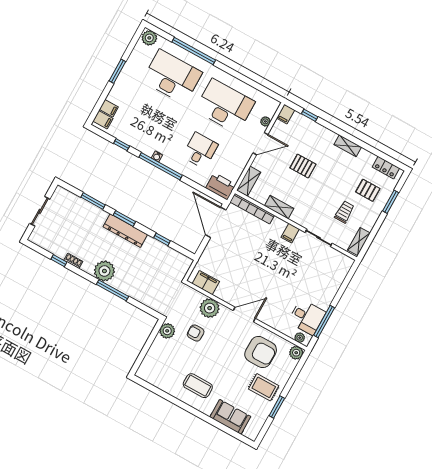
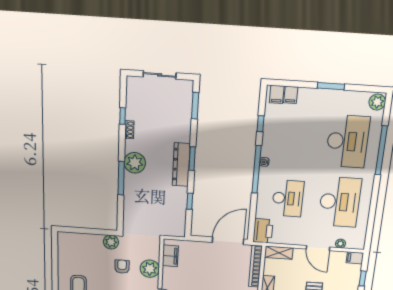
desk: (200, 150) -> (288, 198), width x1.37
window: (93, 201) -> (195, 106), moved

